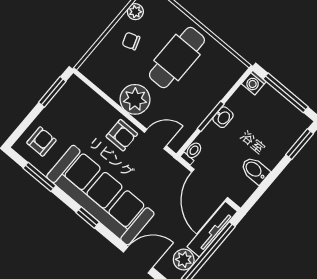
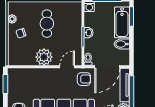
cafe table: (177, 57) -> (47, 24), width x0.73, depth x0.74
armchair: (122, 135) -> (84, 79), moved
bathtub: (280, 141) -> (122, 22), added
door: (210, 185) -> (107, 67), hinge flipped

